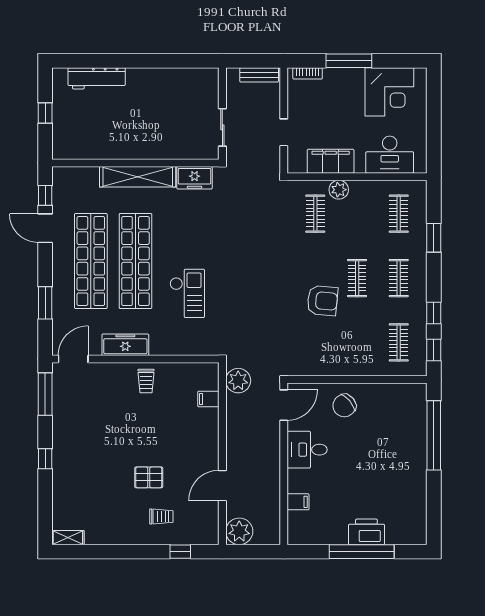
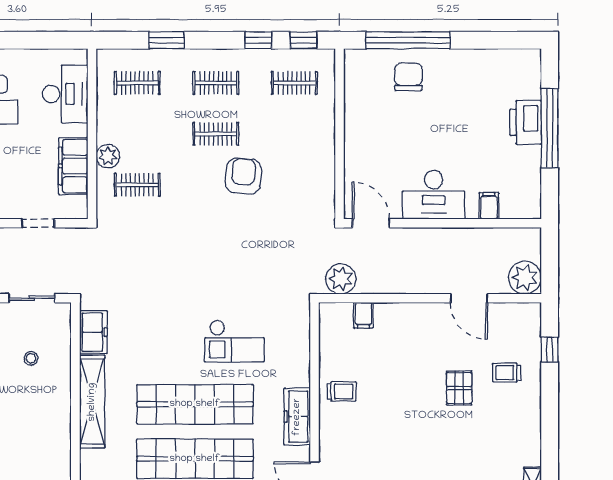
stool: (173, 127) -> (31, 358), added
checkout: (187, 293) -> (234, 341), turned 180
chair: (344, 406) -> (408, 77), moved, turned -140
desk: (307, 450) -> (434, 195), width x1.37
trolley: (161, 516) -> (507, 373), turned -90

